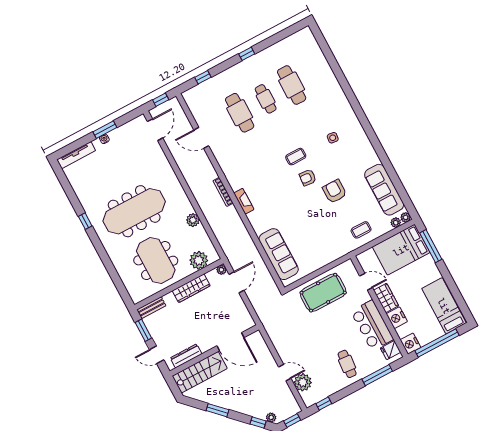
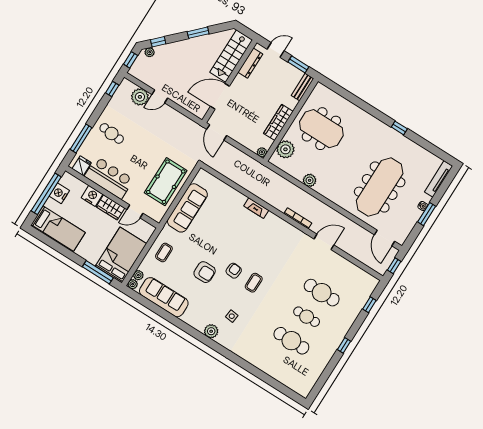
plant: (359, 135) -> (211, 331), added
door: (201, 138) -> (324, 242), moved
fireplace: (244, 201) -> (256, 208), moved
meeting table: (134, 211) -> (380, 187), moved
sofa: (279, 254) -> (187, 208), moved, turned -90
door: (237, 282) -> (217, 132), moved
nightstand: (410, 344) -> (59, 193), moved, turned -90

